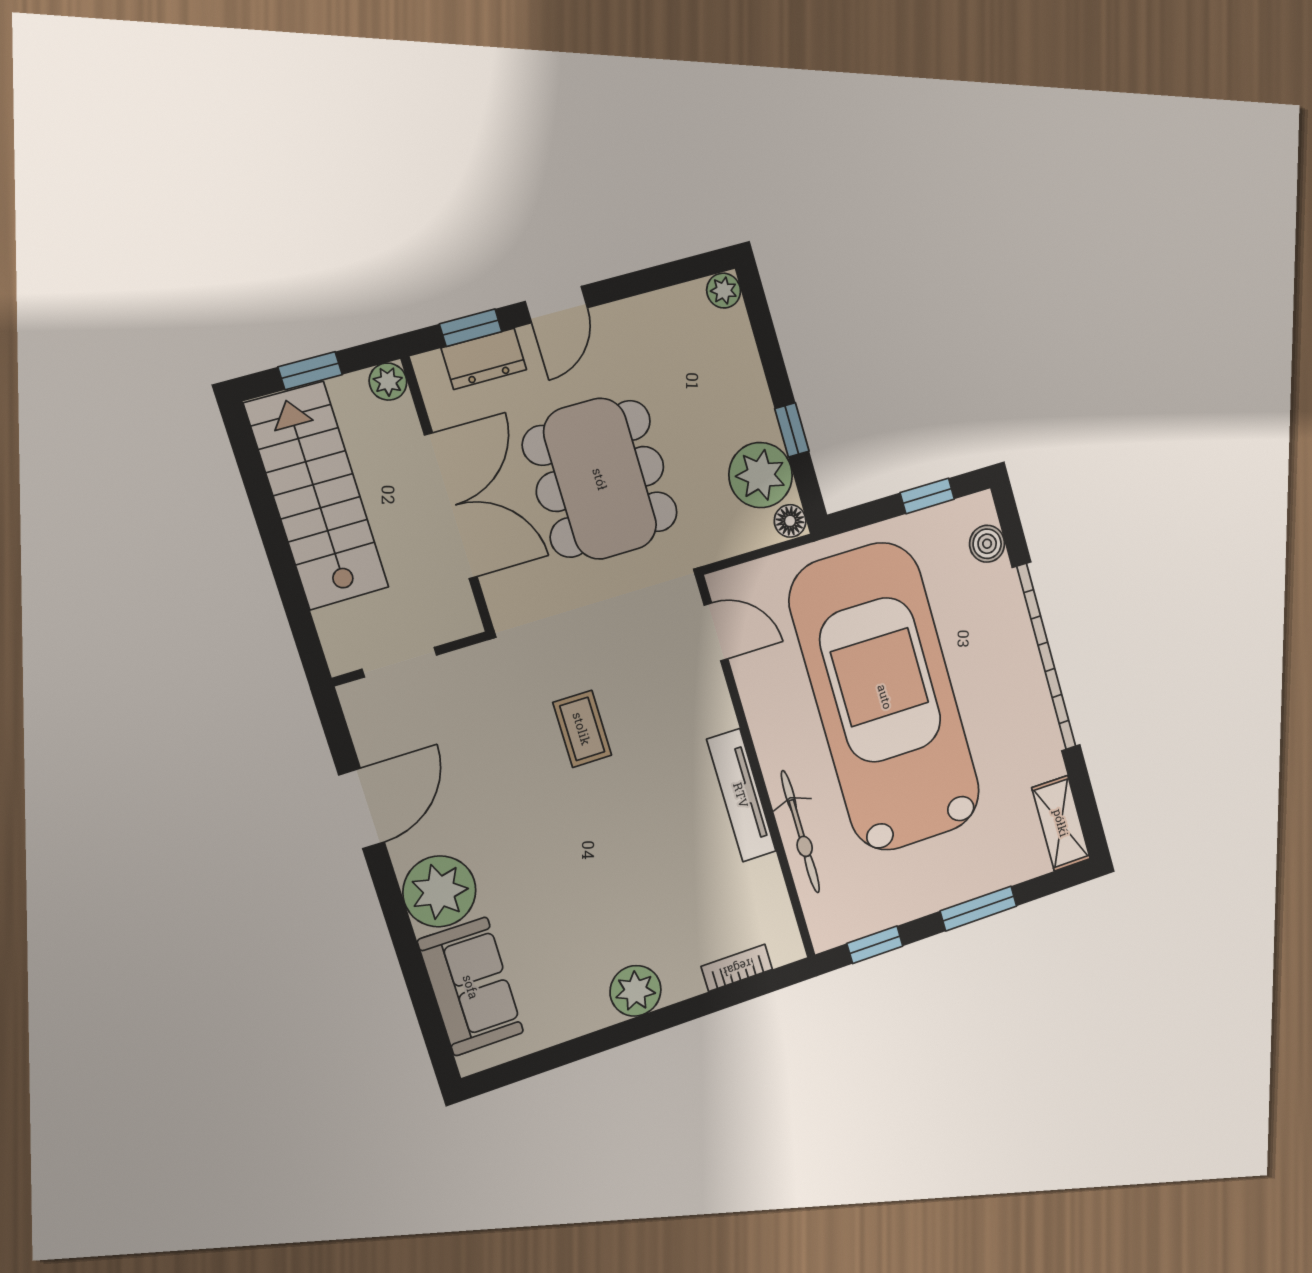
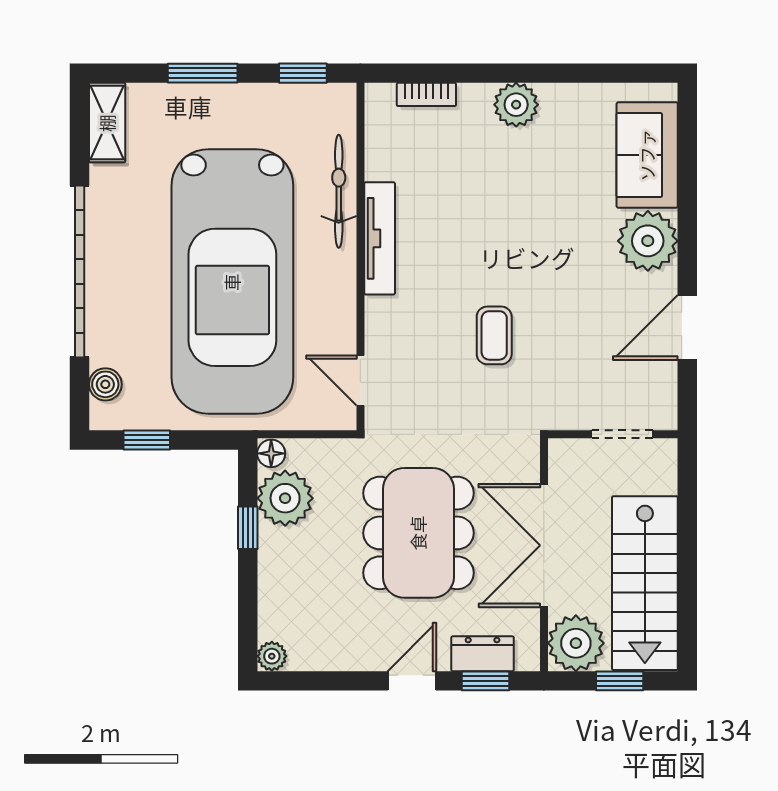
plant: (388, 382) -> (576, 643), width x1.88, depth x1.88

